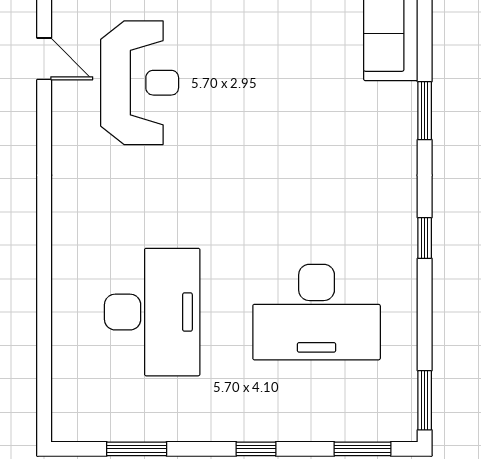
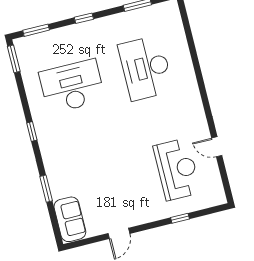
door: (44, 59) -> (217, 147), moved
reception desk: (140, 83) -> (177, 169), turned 180

